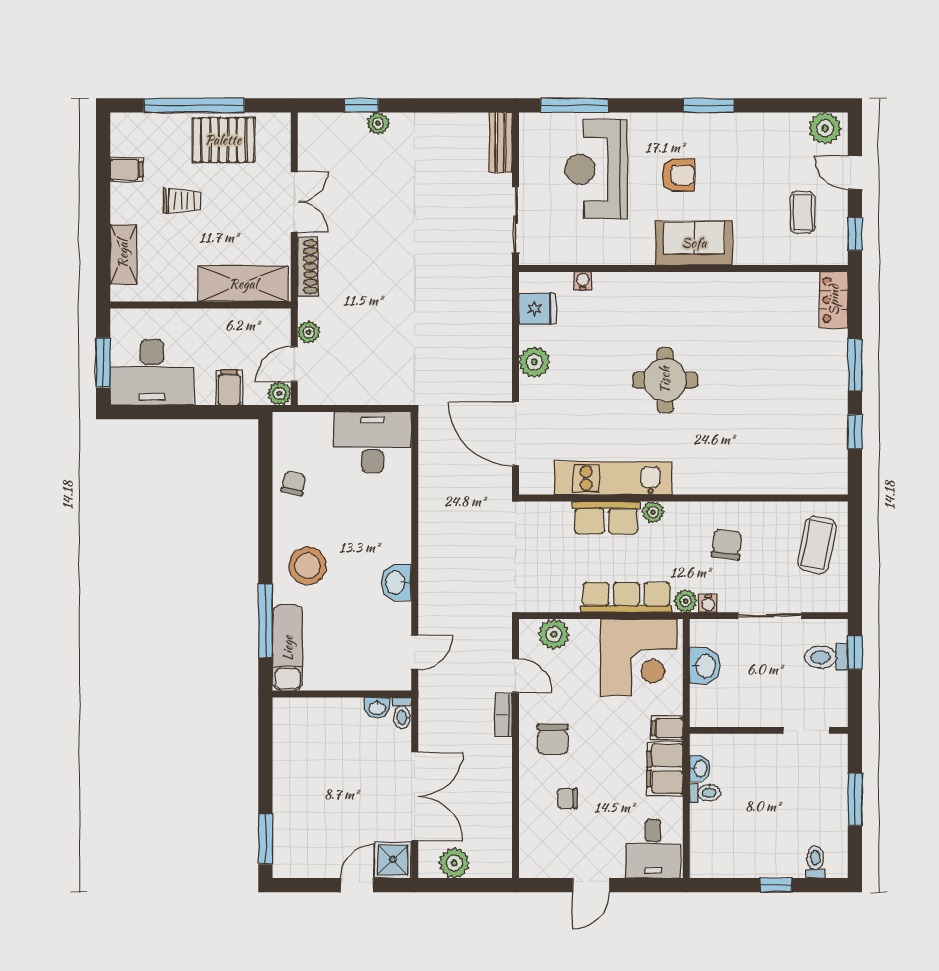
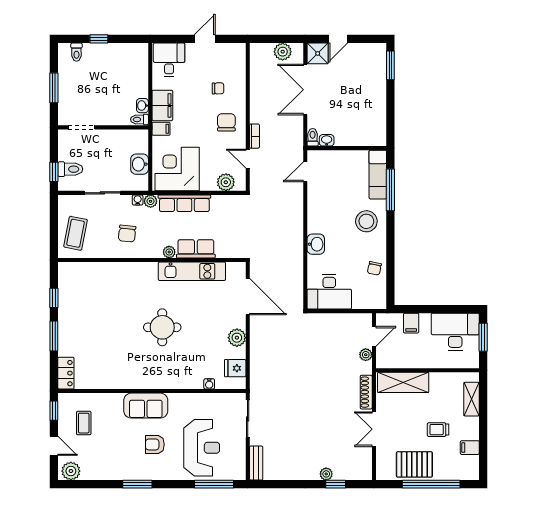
plant: (279, 394) -> (382, 320), removed
washbasin: (396, 582) -> (316, 244), moved
toilet: (705, 793) -> (139, 119), moved

